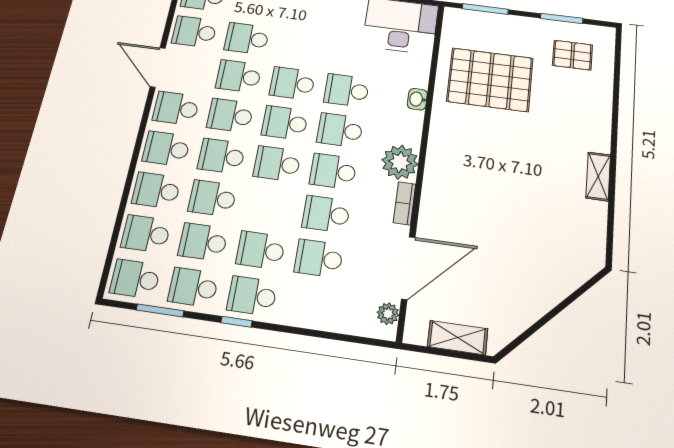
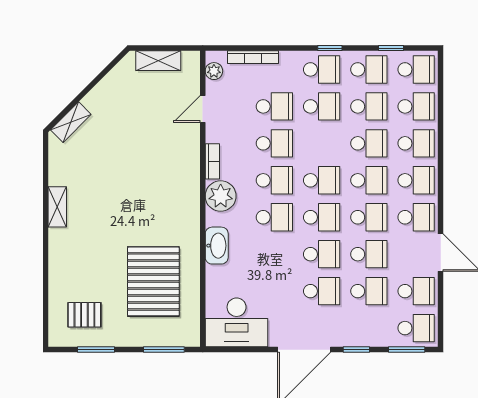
pallet: (490, 80) -> (153, 281), turned 90
school desk: (347, 90) -> (322, 291), moved
washbasin: (417, 99) -> (217, 246), width x1.91, depth x1.45
door: (408, 268) -> (203, 109), width x0.53
shelving: (576, 275) -> (71, 122), added
window: (160, 310) -> (391, 48), width x0.67
bookcase: (336, 324) -> (253, 57), added

